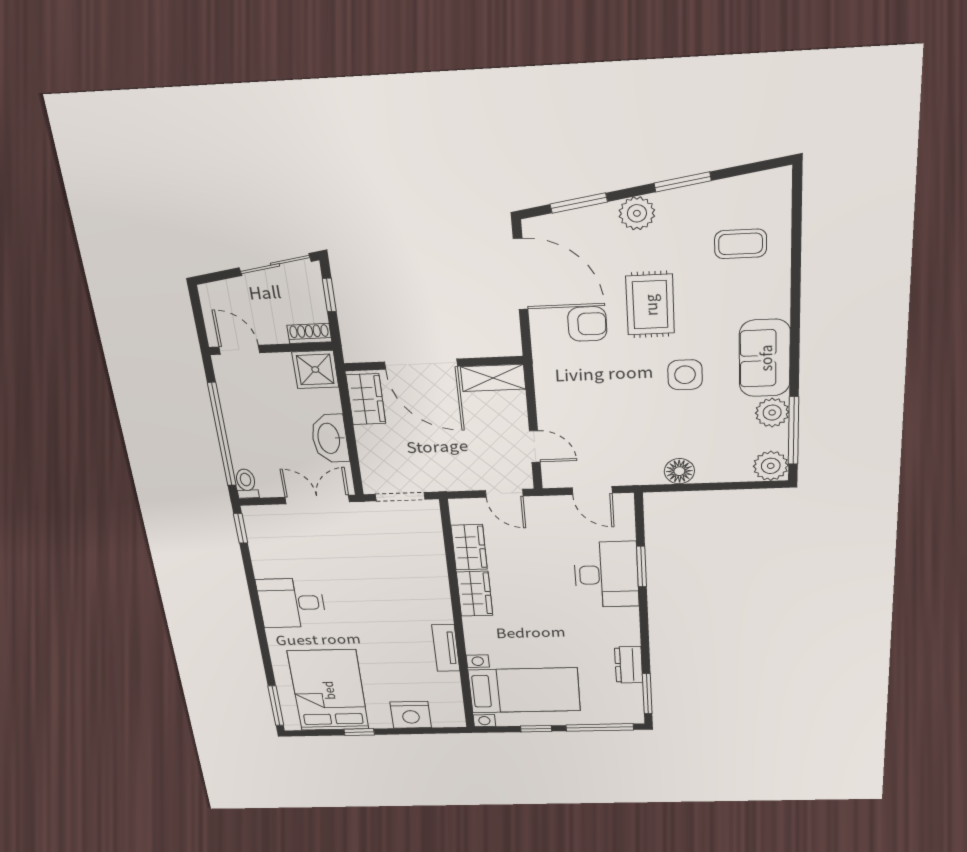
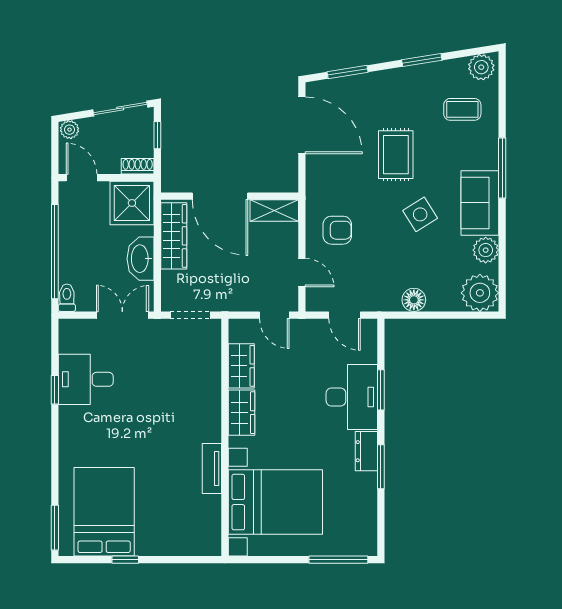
plant: (637, 213) -> (481, 67), moved
plant: (213, 294) -> (70, 130), added
armchair: (587, 324) -> (337, 230), moved
shower: (315, 370) -> (132, 203), width x1.36, depth x1.36
side table: (685, 375) -> (420, 214), turned -32
wardrobe: (366, 399) -> (174, 236), width x1.50
window: (794, 431) -> (502, 168), moved
plant: (771, 466) -> (480, 293), width x1.36, depth x1.36
window: (241, 528) -> (55, 390), moved
desk: (291, 603) -> (86, 379), moved
dresser: (629, 665) -> (366, 451), moved
bed with nightstands: (524, 690) -> (275, 502), width x1.36
window: (647, 694) -> (381, 467), moved
nightstand: (411, 715) -> (173, 541), removed
window: (536, 729) -> (282, 560), removed

